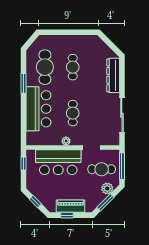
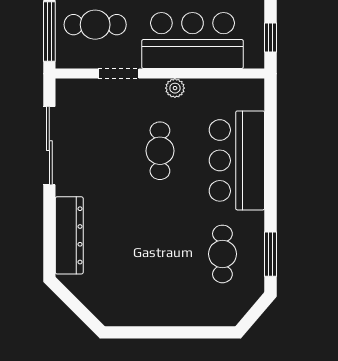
cafe table: (45, 67) -> (222, 254), width x0.73, depth x0.74
cafe table: (73, 67) -> (160, 254), removed
window: (23, 83) -> (271, 254), moved

